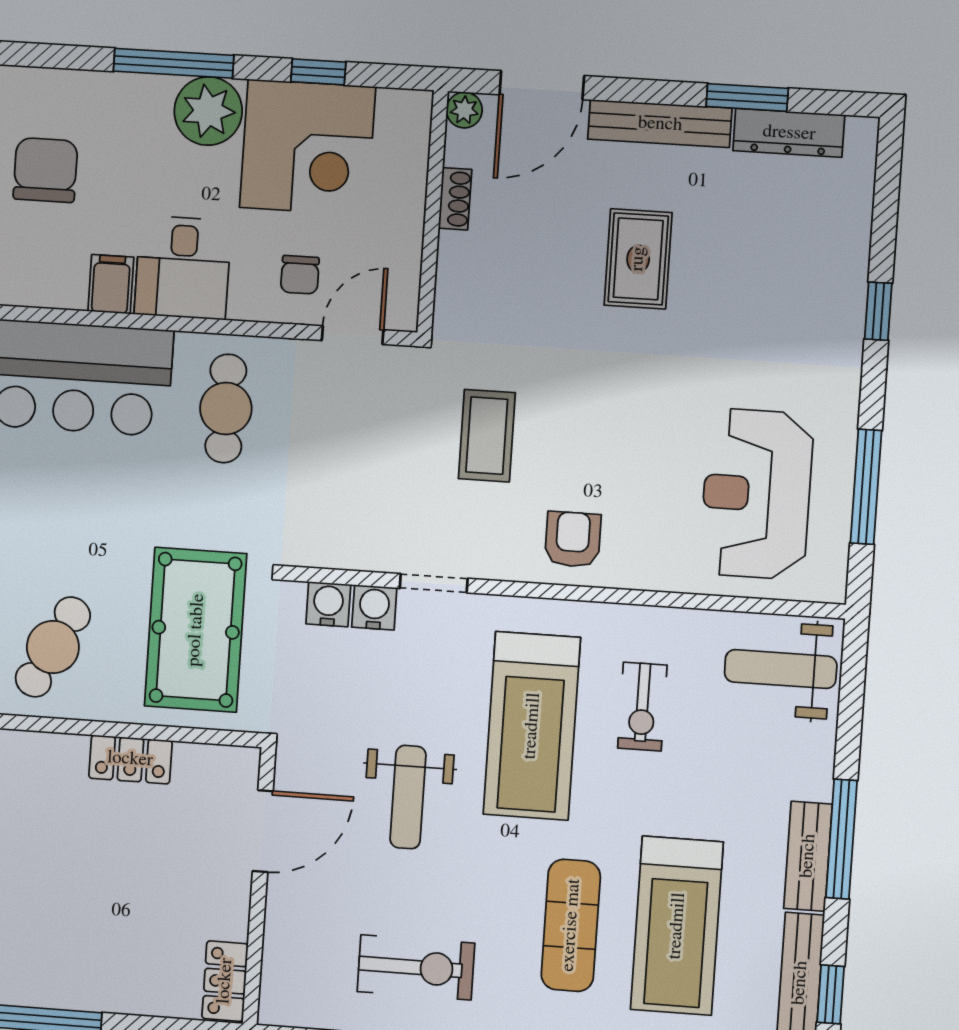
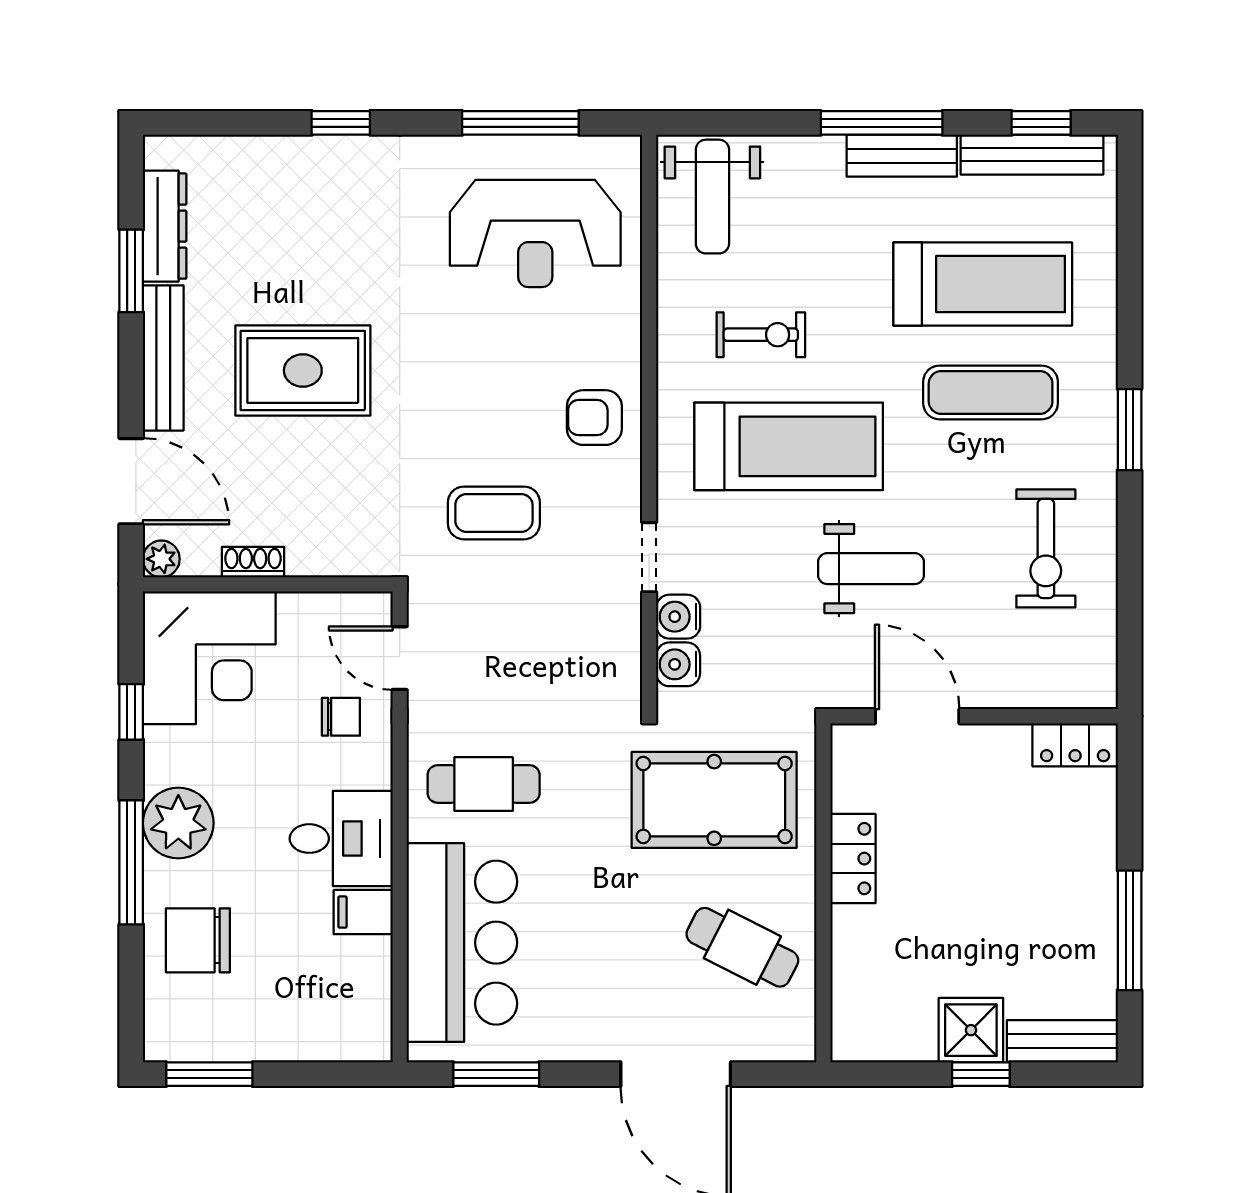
corner desk: (308, 147) -> (209, 658), moved, turned 90
chair: (45, 170) -> (198, 940), moved
rug: (638, 259) -> (303, 371), width x1.36, depth x1.43
exercise bike: (416, 967) -> (1046, 548), turned 180

